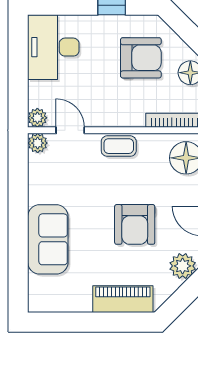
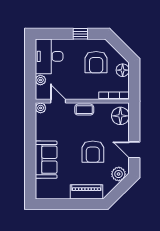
armchair: (141, 58) -> (96, 62), turned 90
plant: (37, 118) -> (40, 80), moved

